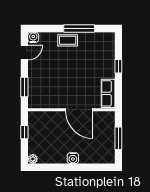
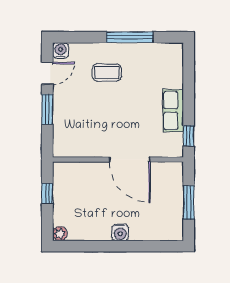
coffee table: (68, 40) -> (107, 73), moved
window: (118, 66) -> (189, 136), moved
window: (24, 87) -> (47, 109), moved
row of seats: (108, 93) -> (173, 111), moved

